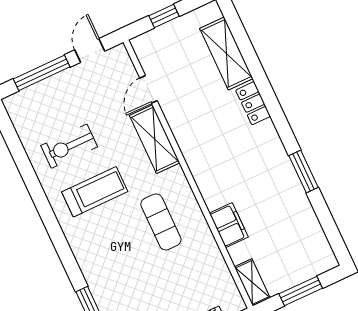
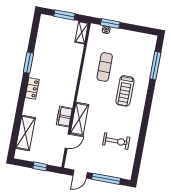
locker: (253, 103) -> (32, 88), moved
treadmill: (95, 192) -> (125, 91), moved, turned -90
exercise mat: (161, 222) -> (105, 67), moved
filing cabinet: (229, 225) -> (64, 117), moved

